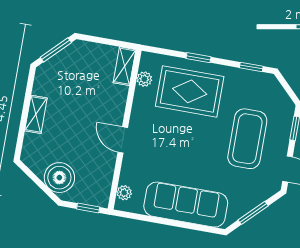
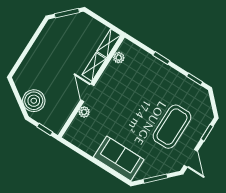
rug: (190, 91) -> (146, 79), removed
shelving: (36, 114) -> (94, 67), moved
plant: (124, 193) -> (84, 112), moved
sofa: (186, 205) -> (119, 158), width x0.73

